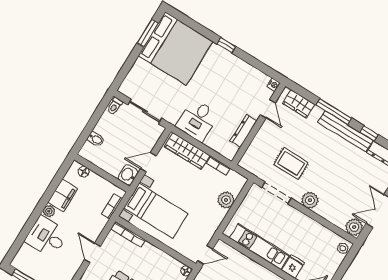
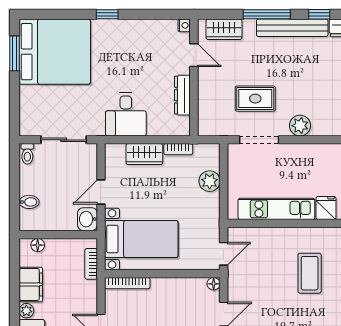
wardrobe: (187, 151) -> (144, 154), width x0.67

